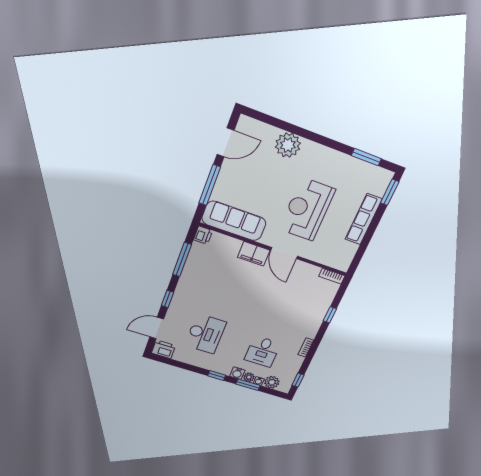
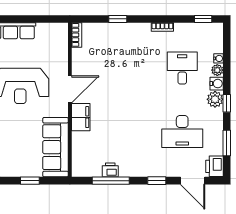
window: (210, 185) -> (30, 181), width x0.46
printer: (203, 235) -> (110, 170), moved
desk: (205, 334) -> (182, 132), turned 180
desk: (263, 351) -> (182, 68), turned -90
plant: (272, 382) -> (215, 99), moved
window: (248, 385) -> (227, 143), moved

